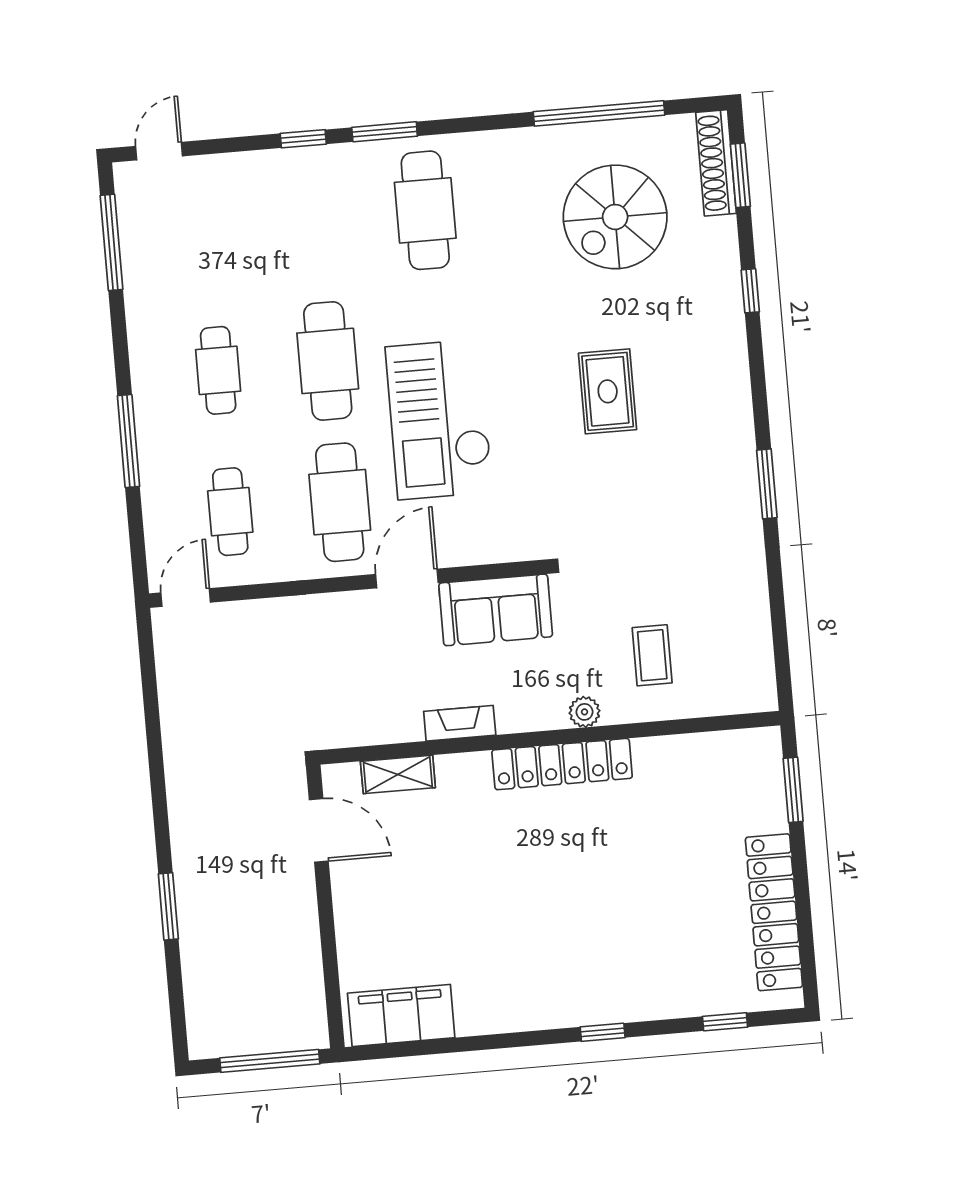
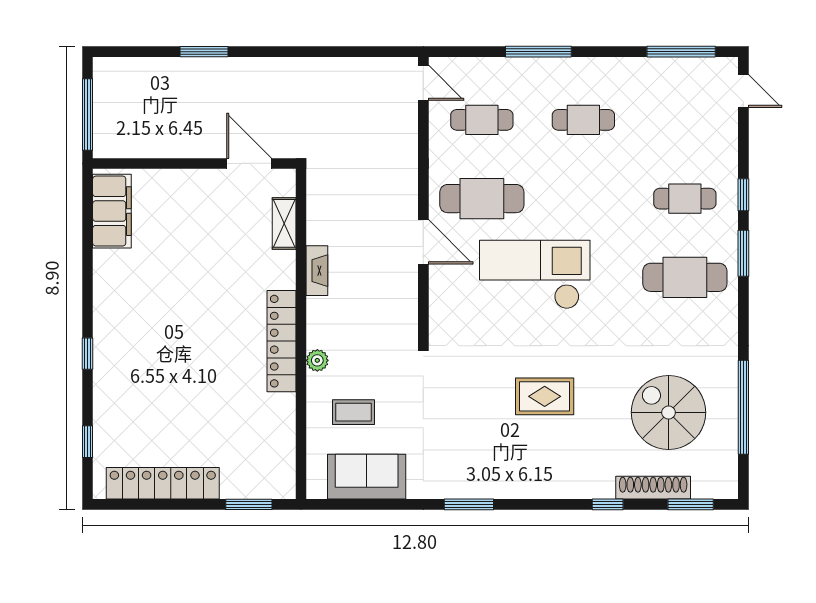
shoe rack: (716, 163) -> (653, 488), moved
cafe table: (328, 361) -> (685, 199), moved, width x0.73, depth x0.74
sofa: (496, 610) -> (367, 477), moved, turned 90
door: (319, 830) -> (249, 163), swing flipped

